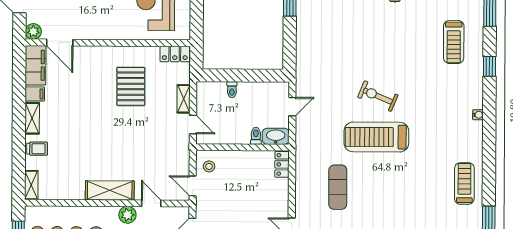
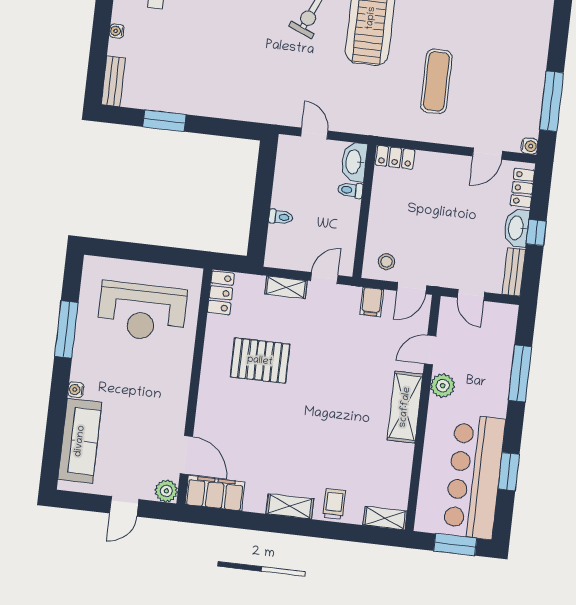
door: (60, 43) -> (186, 455), hinge flipped
filing cabinet: (35, 94) -> (372, 302), moved, turned 180
exercise mat: (338, 187) -> (436, 81), turned 90

